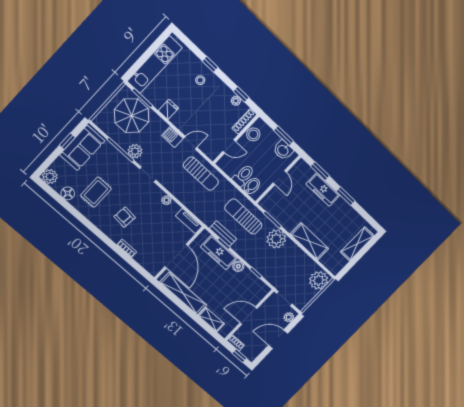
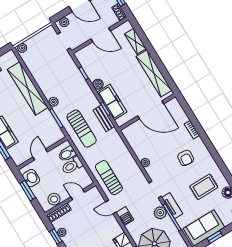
tv unit: (189, 221) -> (172, 206), moved
plant: (276, 239) -> (54, 102), width x0.53, depth x0.53
shelving: (309, 241) -> (28, 88), width x1.47
door: (176, 256) -> (151, 110), swing flipped
plant: (319, 280) -> (22, 48), width x0.53, depth x0.53

